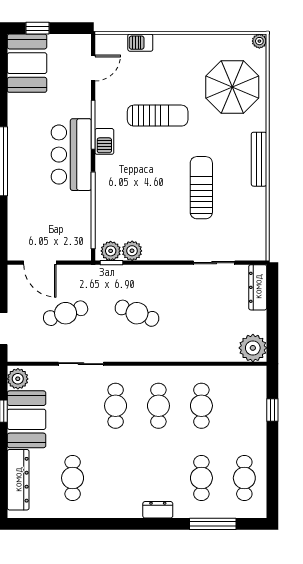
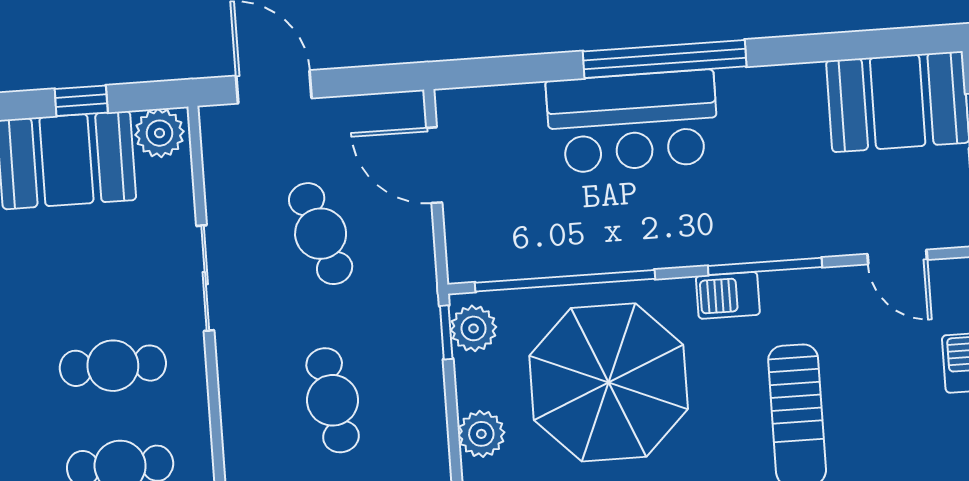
bar counter: (71, 155) -> (632, 121), moved, turned 180
parasol: (138, 195) -> (609, 382), added
plant: (132, 251) -> (481, 434), moved
door: (40, 263) -> (434, 165), hinge flipped
cafe table: (137, 313) -> (333, 400), turned -30

